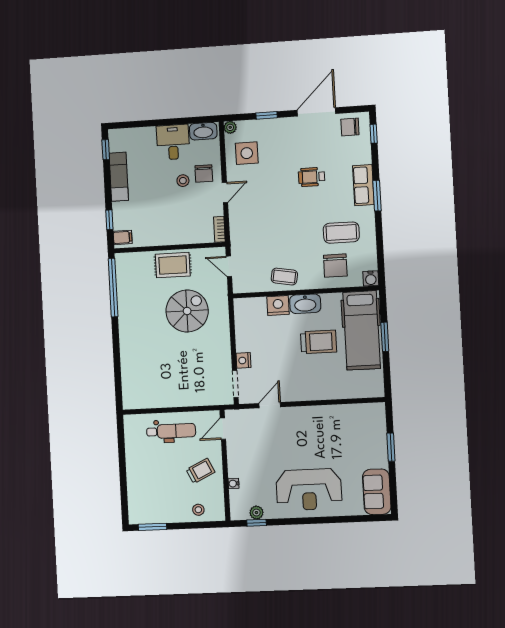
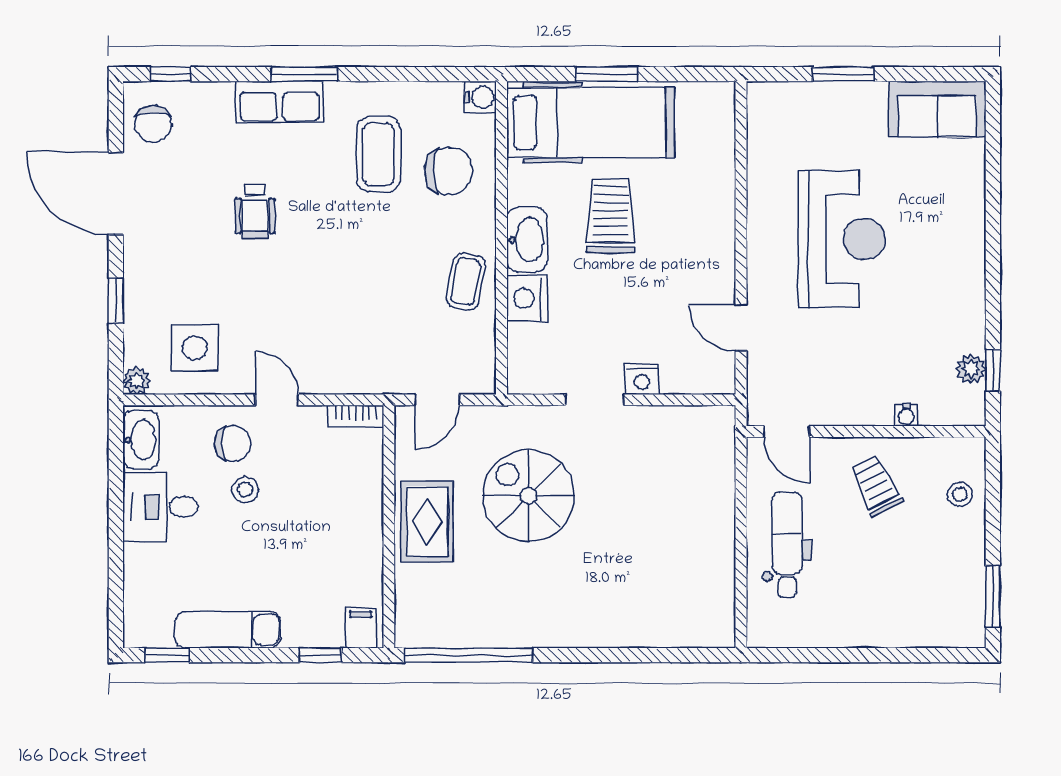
doorway: (235, 384) -> (595, 400), moved
reception desk: (309, 489) -> (842, 239), moved

